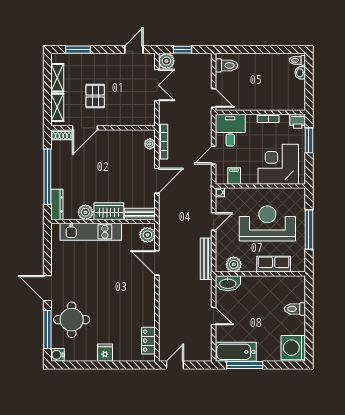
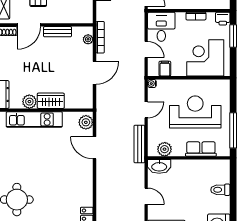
door: (214, 155) -> (146, 50), swing flipped
bench: (140, 214) -> (58, 32), moved
window: (309, 229) -> (233, 130), moved

